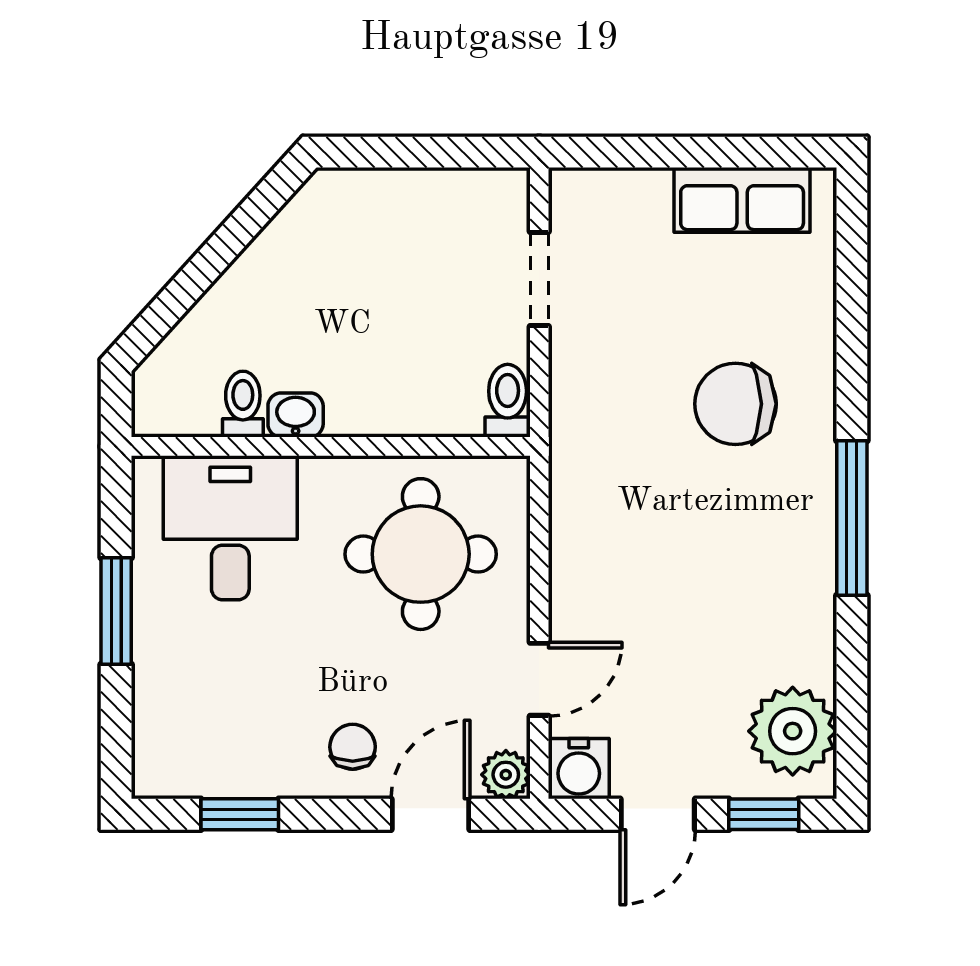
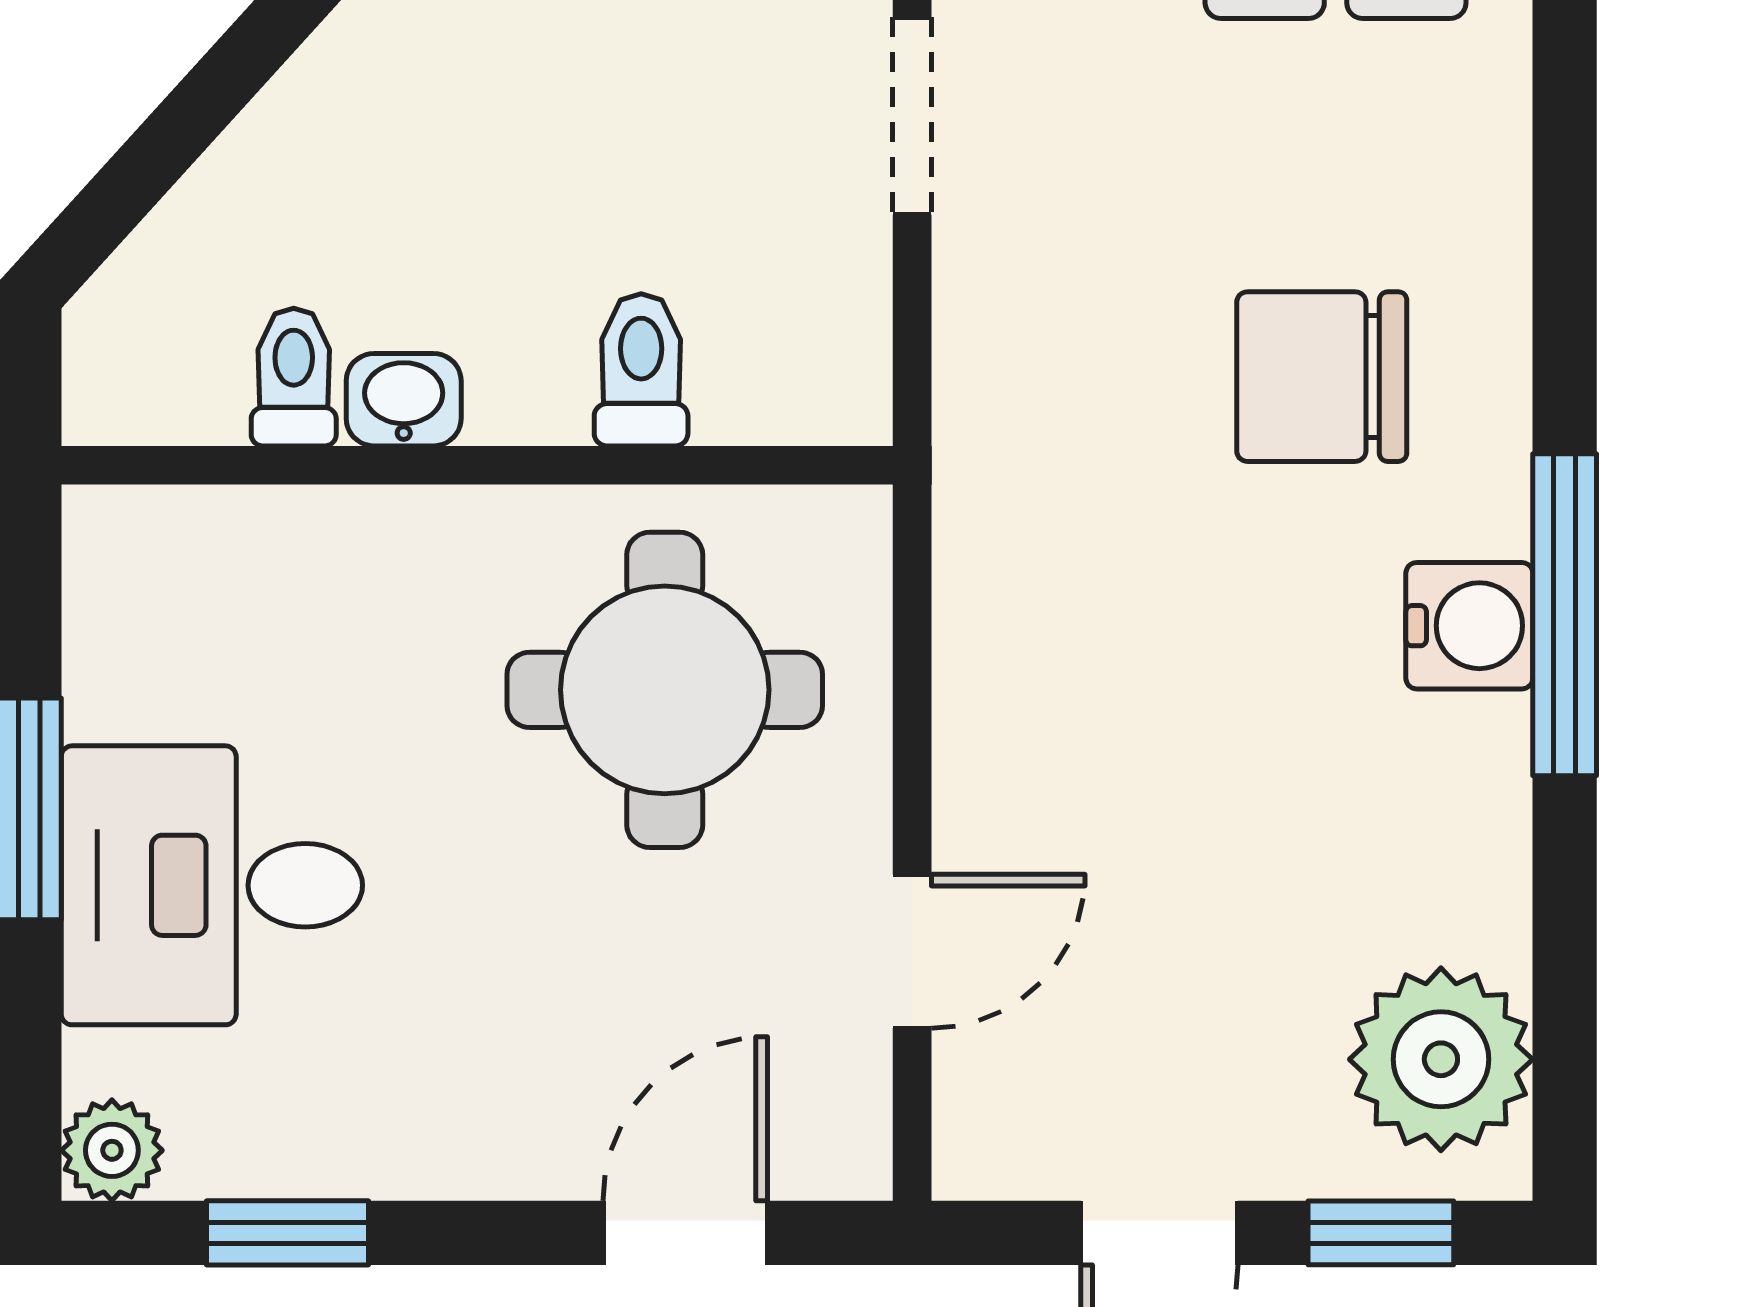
toilet: (508, 401) -> (641, 370), moved
desk: (230, 528) -> (212, 885), moved, turned -90
chair: (353, 747) -> (523, 1092), removed
water cooler: (579, 769) -> (1469, 626), moved, turned -90
plant: (506, 775) -> (112, 1150), moved

